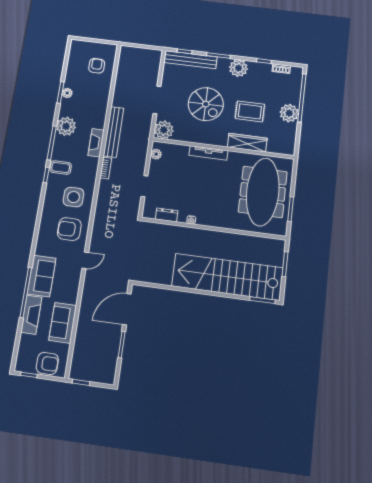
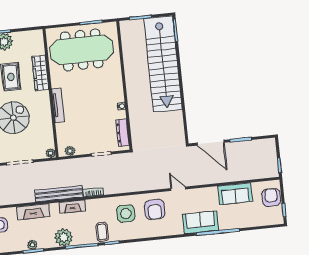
plant: (164, 130) -> (51, 153), width x0.53, depth x0.53
dresser: (167, 215) -> (122, 133), width x1.44
fireplace: (31, 315) -> (33, 212), moved, turned 180

